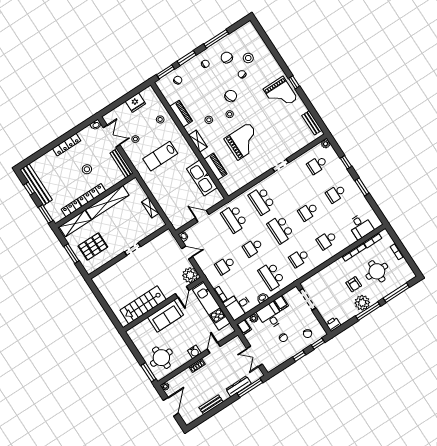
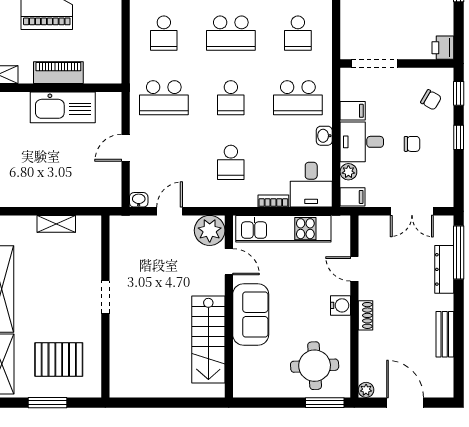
school desk: (262, 201) -> (164, 33), width x0.54
pallet: (93, 246) -> (59, 360), turned 90

